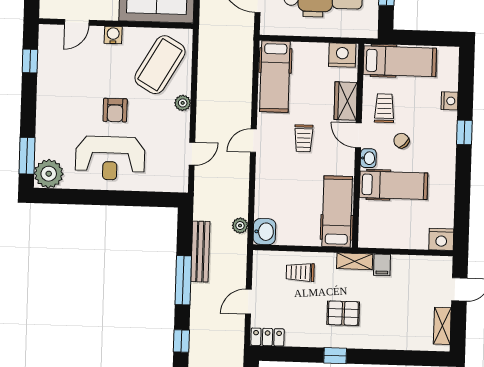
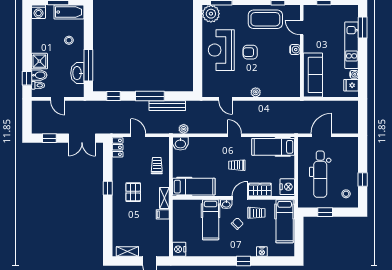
coffee table: (160, 65) -> (265, 19), moved, turned -30

